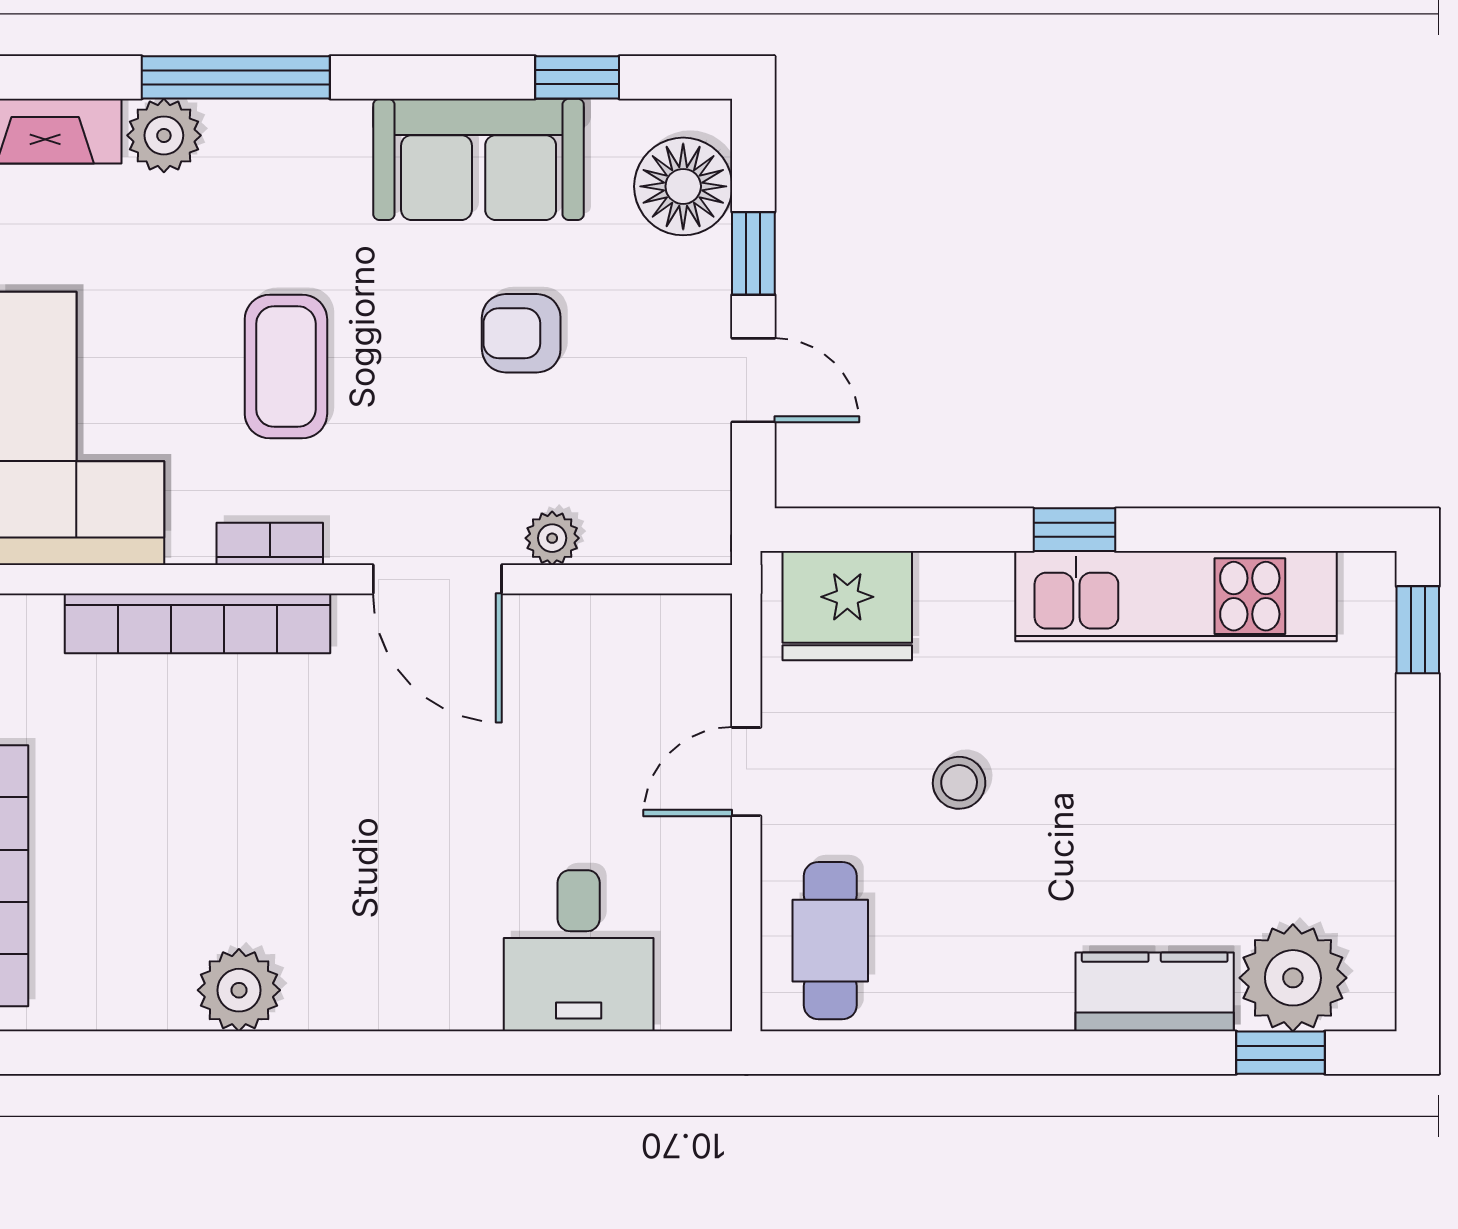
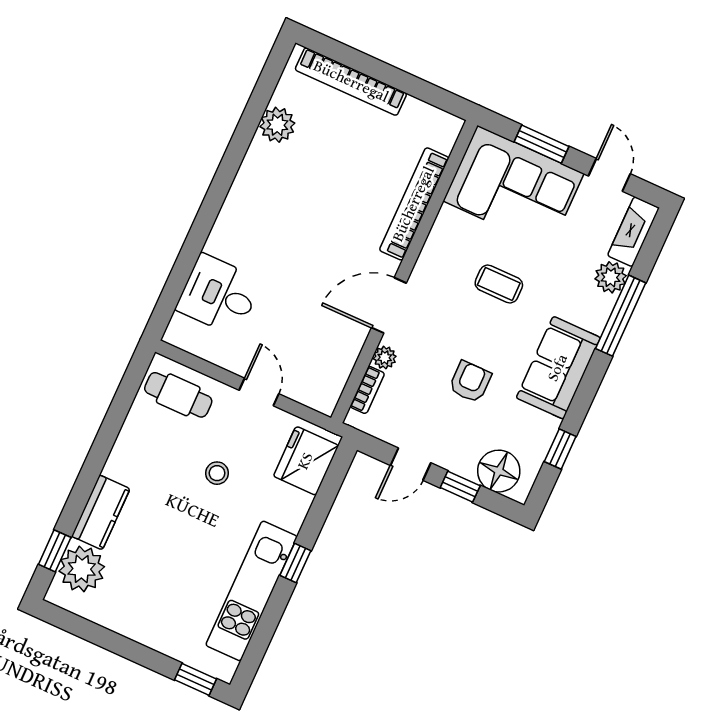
sofa: (479, 159) -> (558, 368), moved
coffee table: (286, 367) -> (499, 284), width x0.73, depth x0.77
bookcase: (270, 544) -> (367, 390), moved
plant: (239, 990) -> (277, 125), moved

